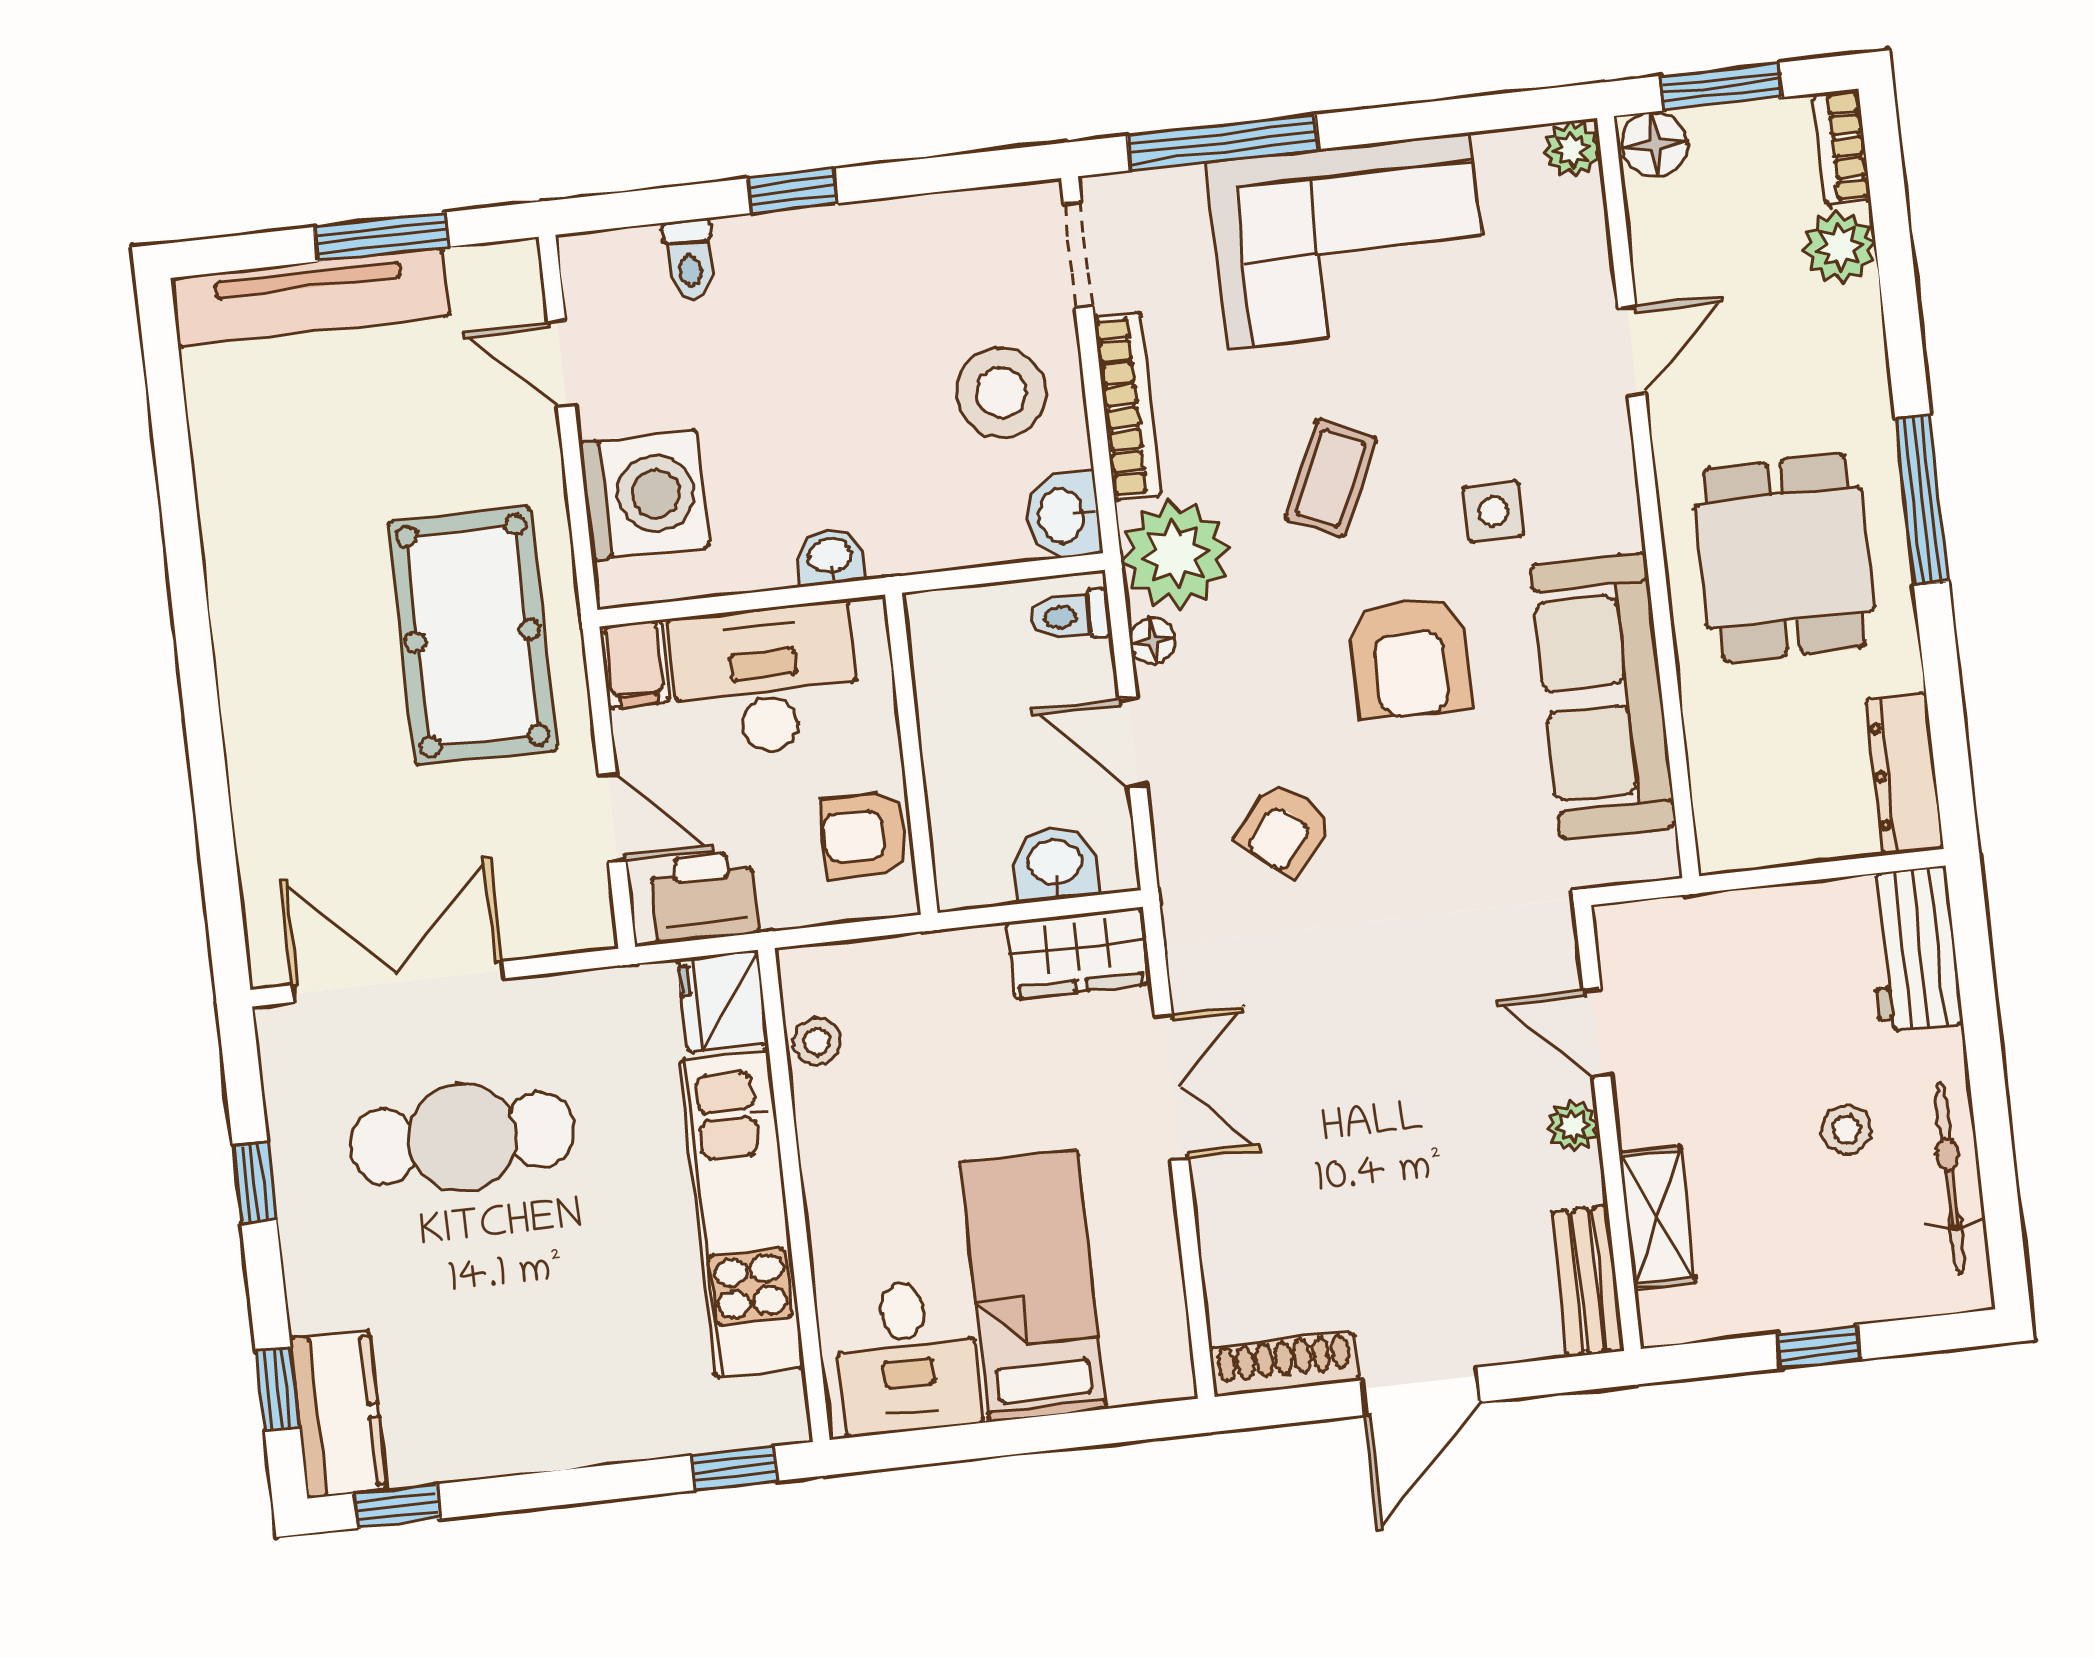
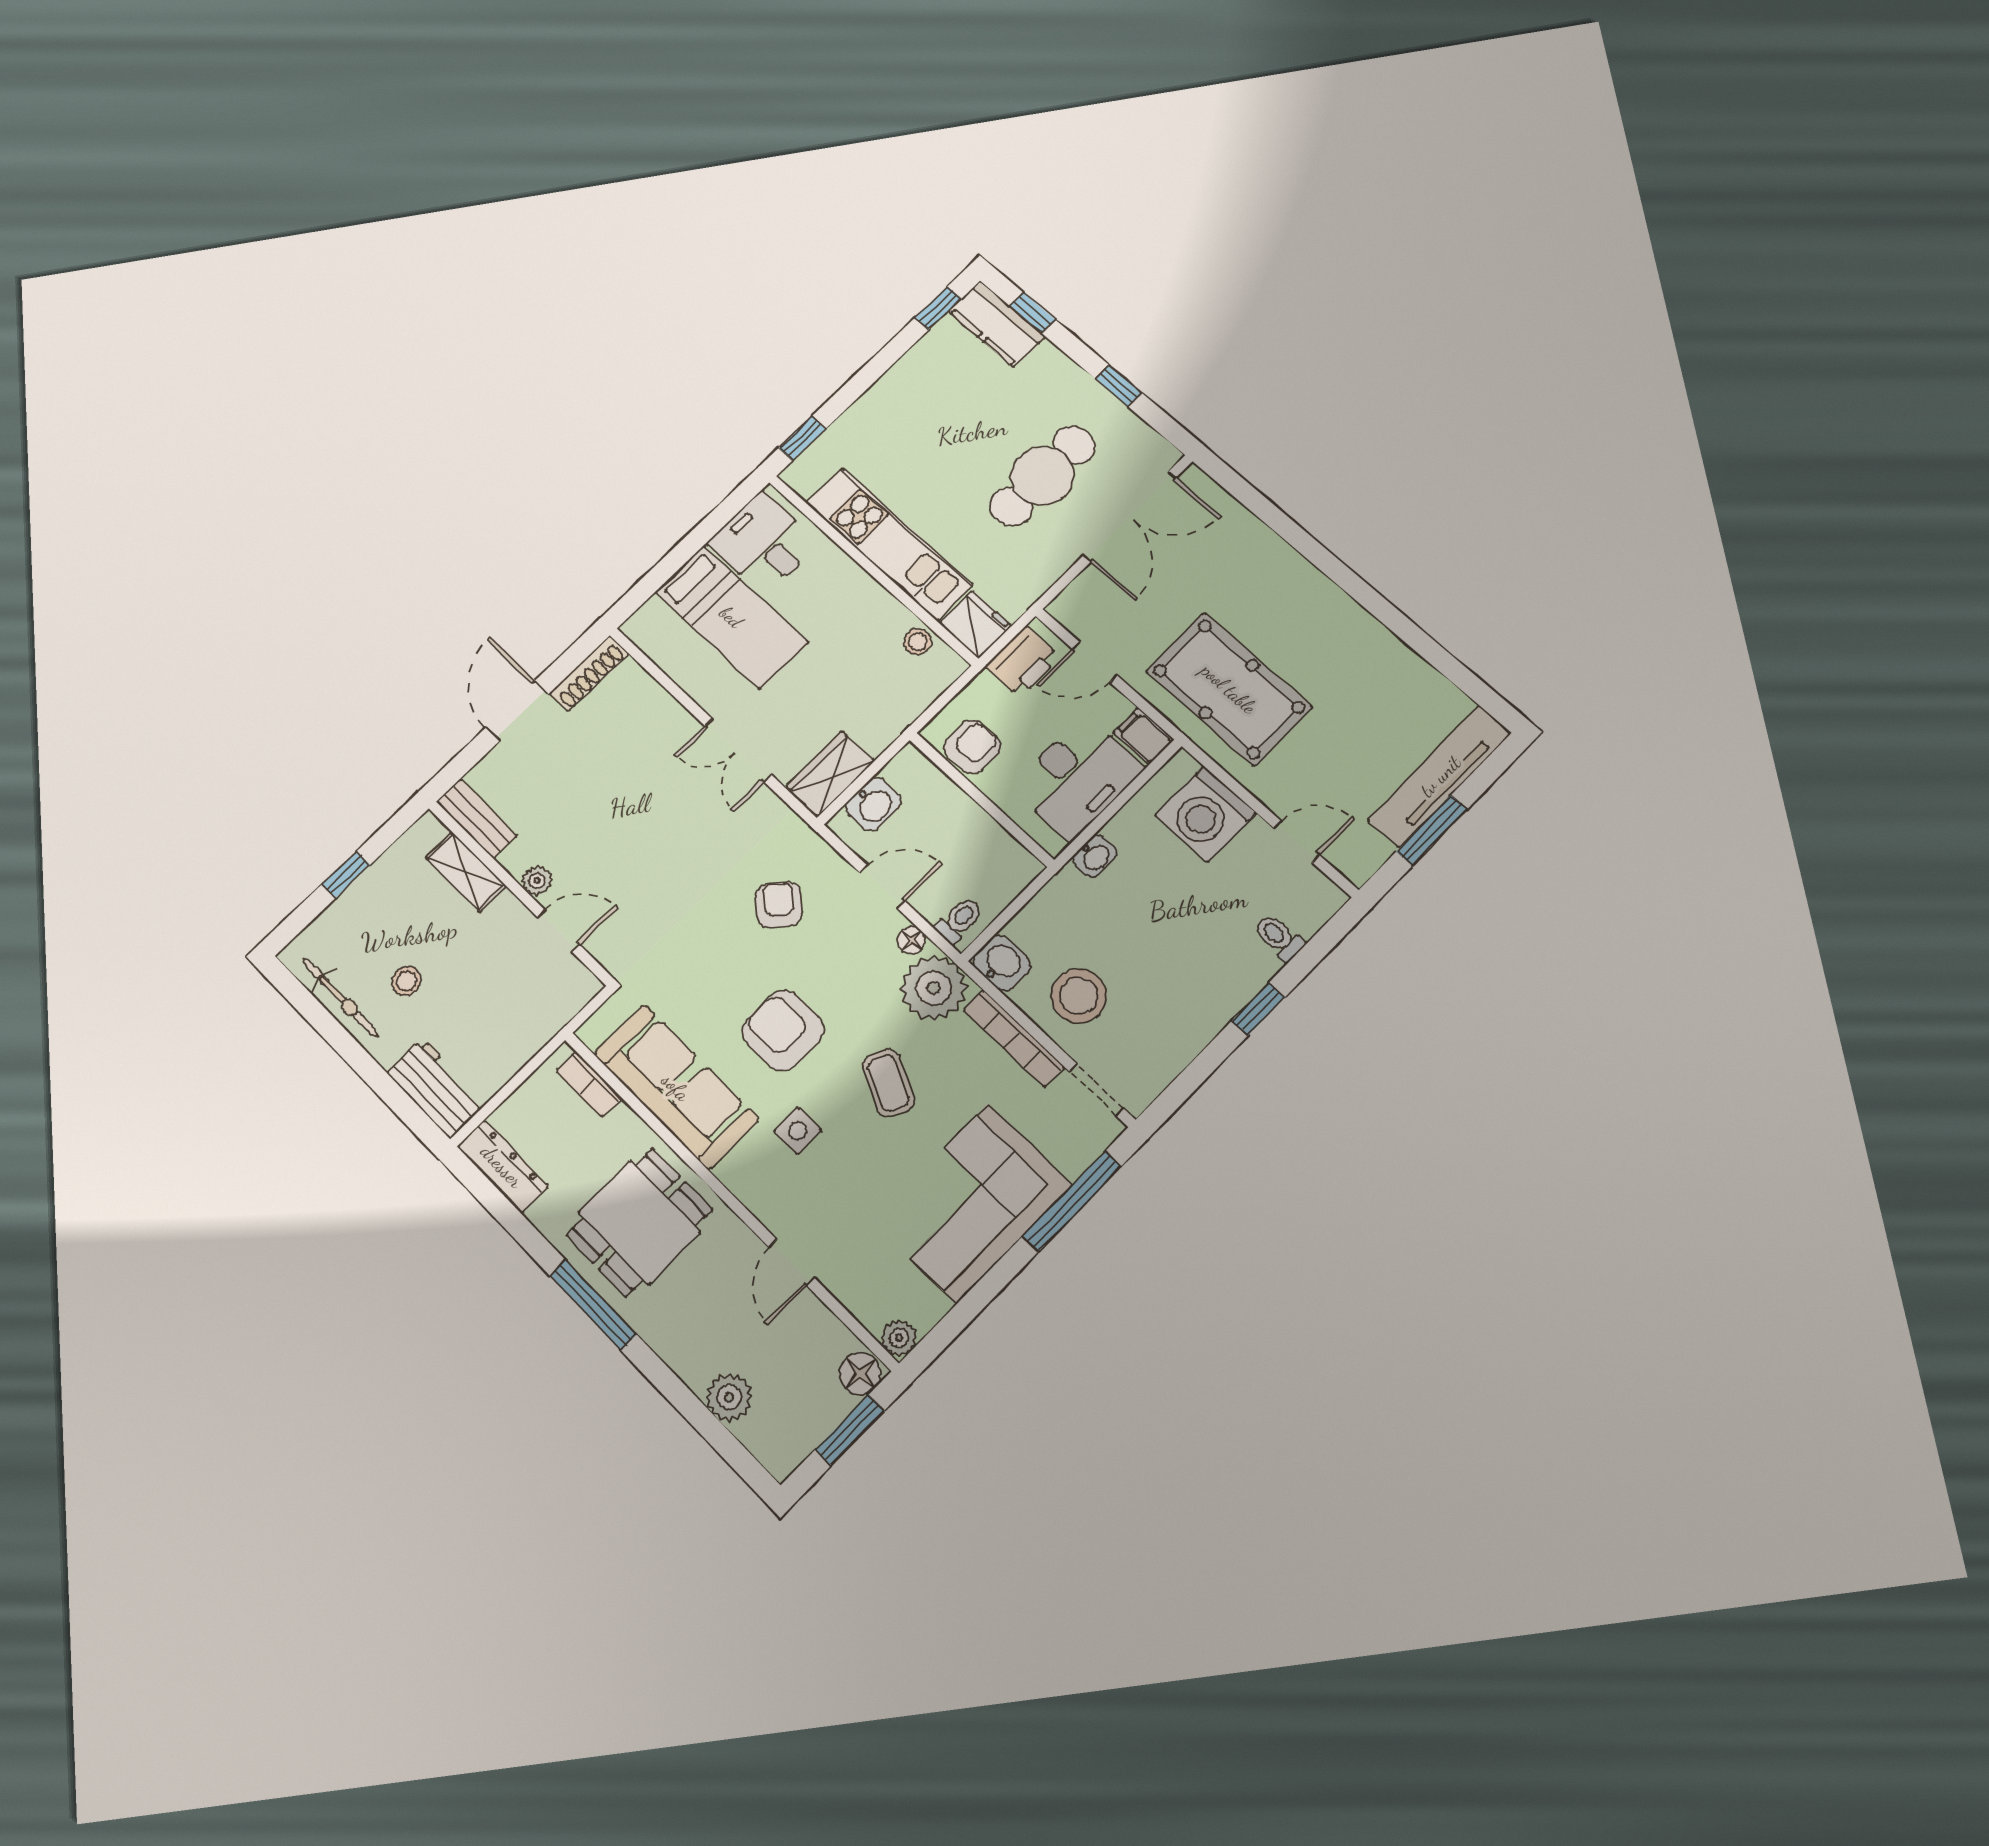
bookcase: (1842, 147) -> (589, 1084), moved, turned 180
dining table: (1784, 558) -> (639, 1222), turned 90

